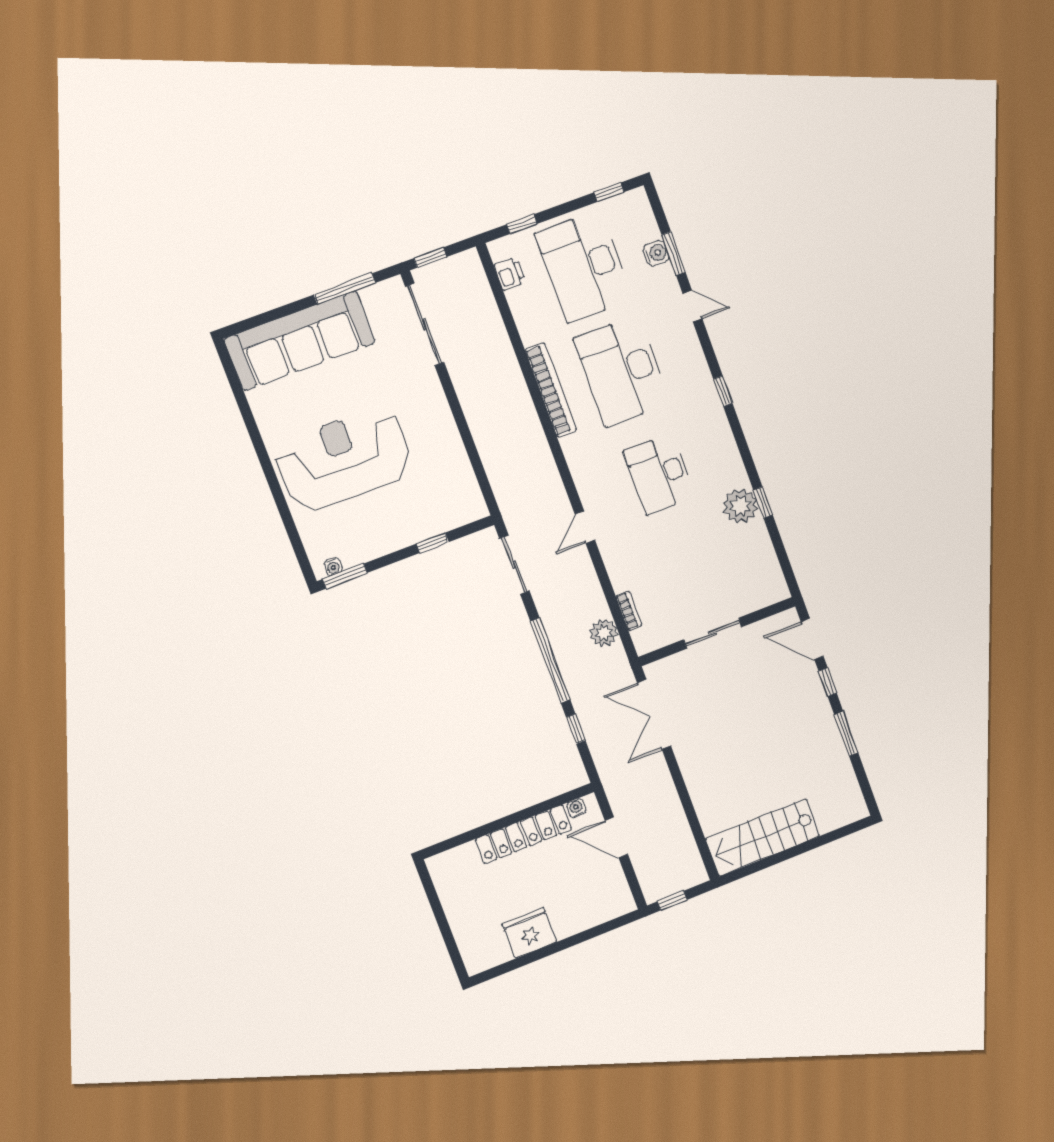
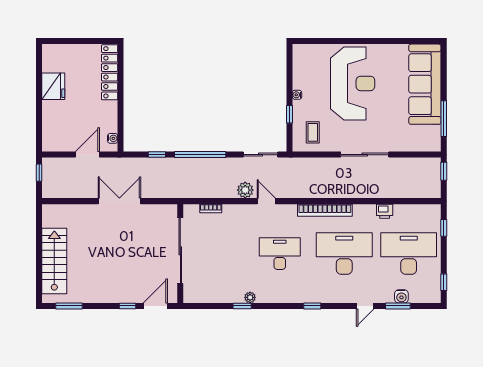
printer: (510, 274) -> (385, 211), moved
sliding door: (425, 324) -> (365, 155), moved
bookcase: (551, 390) -> (325, 210), moved
coffee table: (447, 494) -> (313, 132), added
plant: (740, 506) -> (250, 297), width x0.53, depth x0.53
water cooler: (333, 567) -> (297, 95), moved
window: (345, 576) -> (289, 60), removed
plant: (604, 633) -> (245, 190), moved
sliding door: (713, 633) -> (180, 251), width x1.86
double door: (654, 714) -> (119, 201), moved
window: (846, 734) -> (69, 306), moved
locker: (524, 834) -> (110, 72), moved
stairs: (763, 837) -> (54, 261), moved

